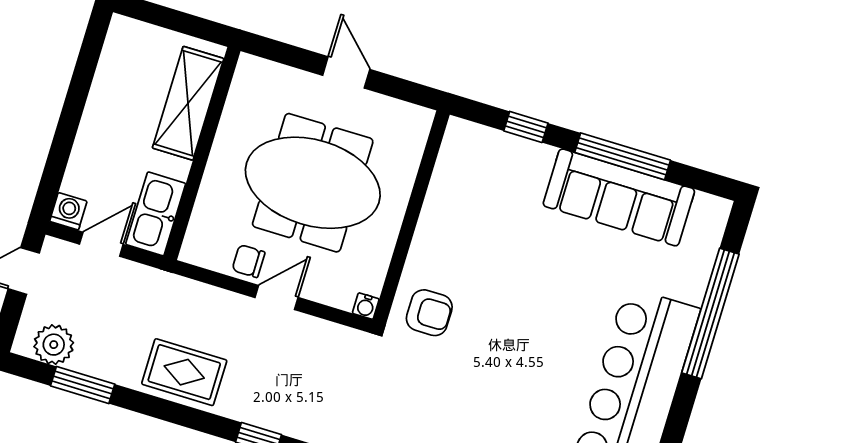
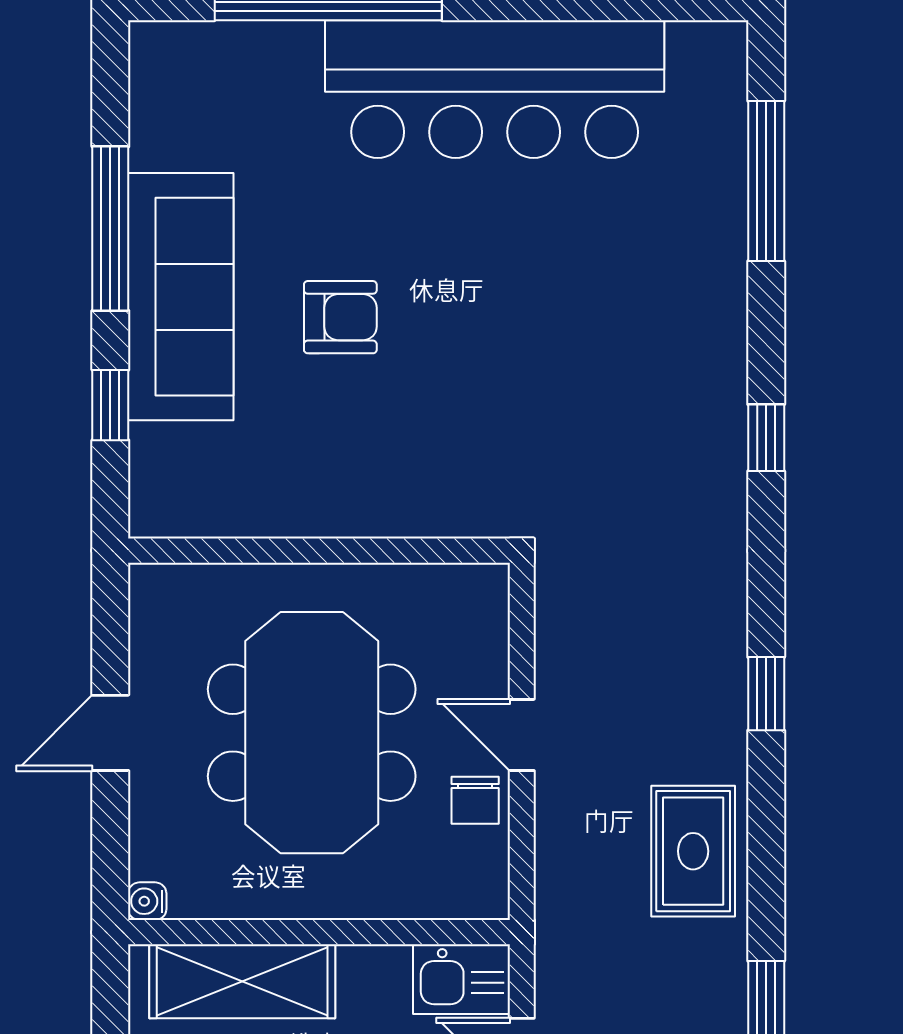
sofa: (619, 197) -> (181, 297), moved
kitchen sink: (156, 214) -> (462, 979), width x0.73
water cooler: (366, 306) -> (147, 901), moved, turned 180
armchair: (429, 313) -> (340, 317), moved, turned 90

